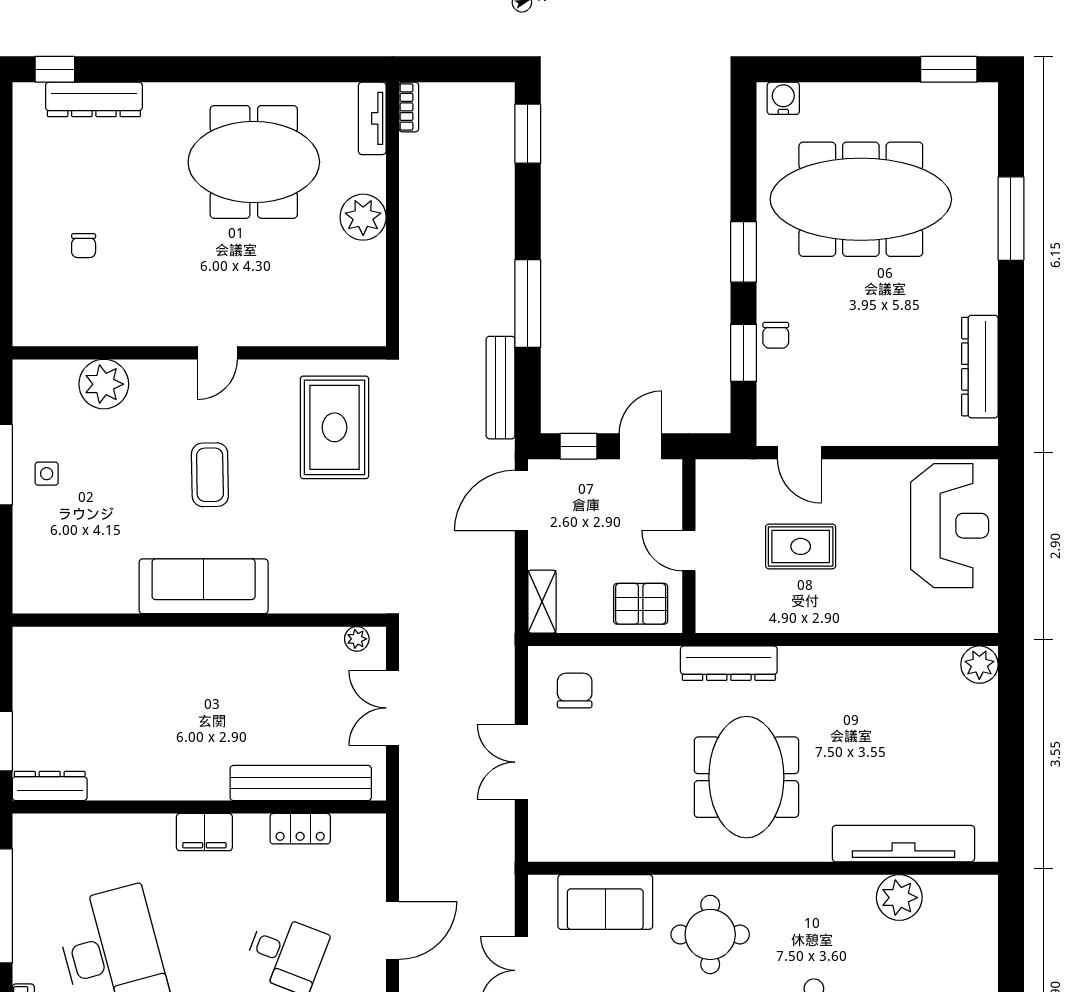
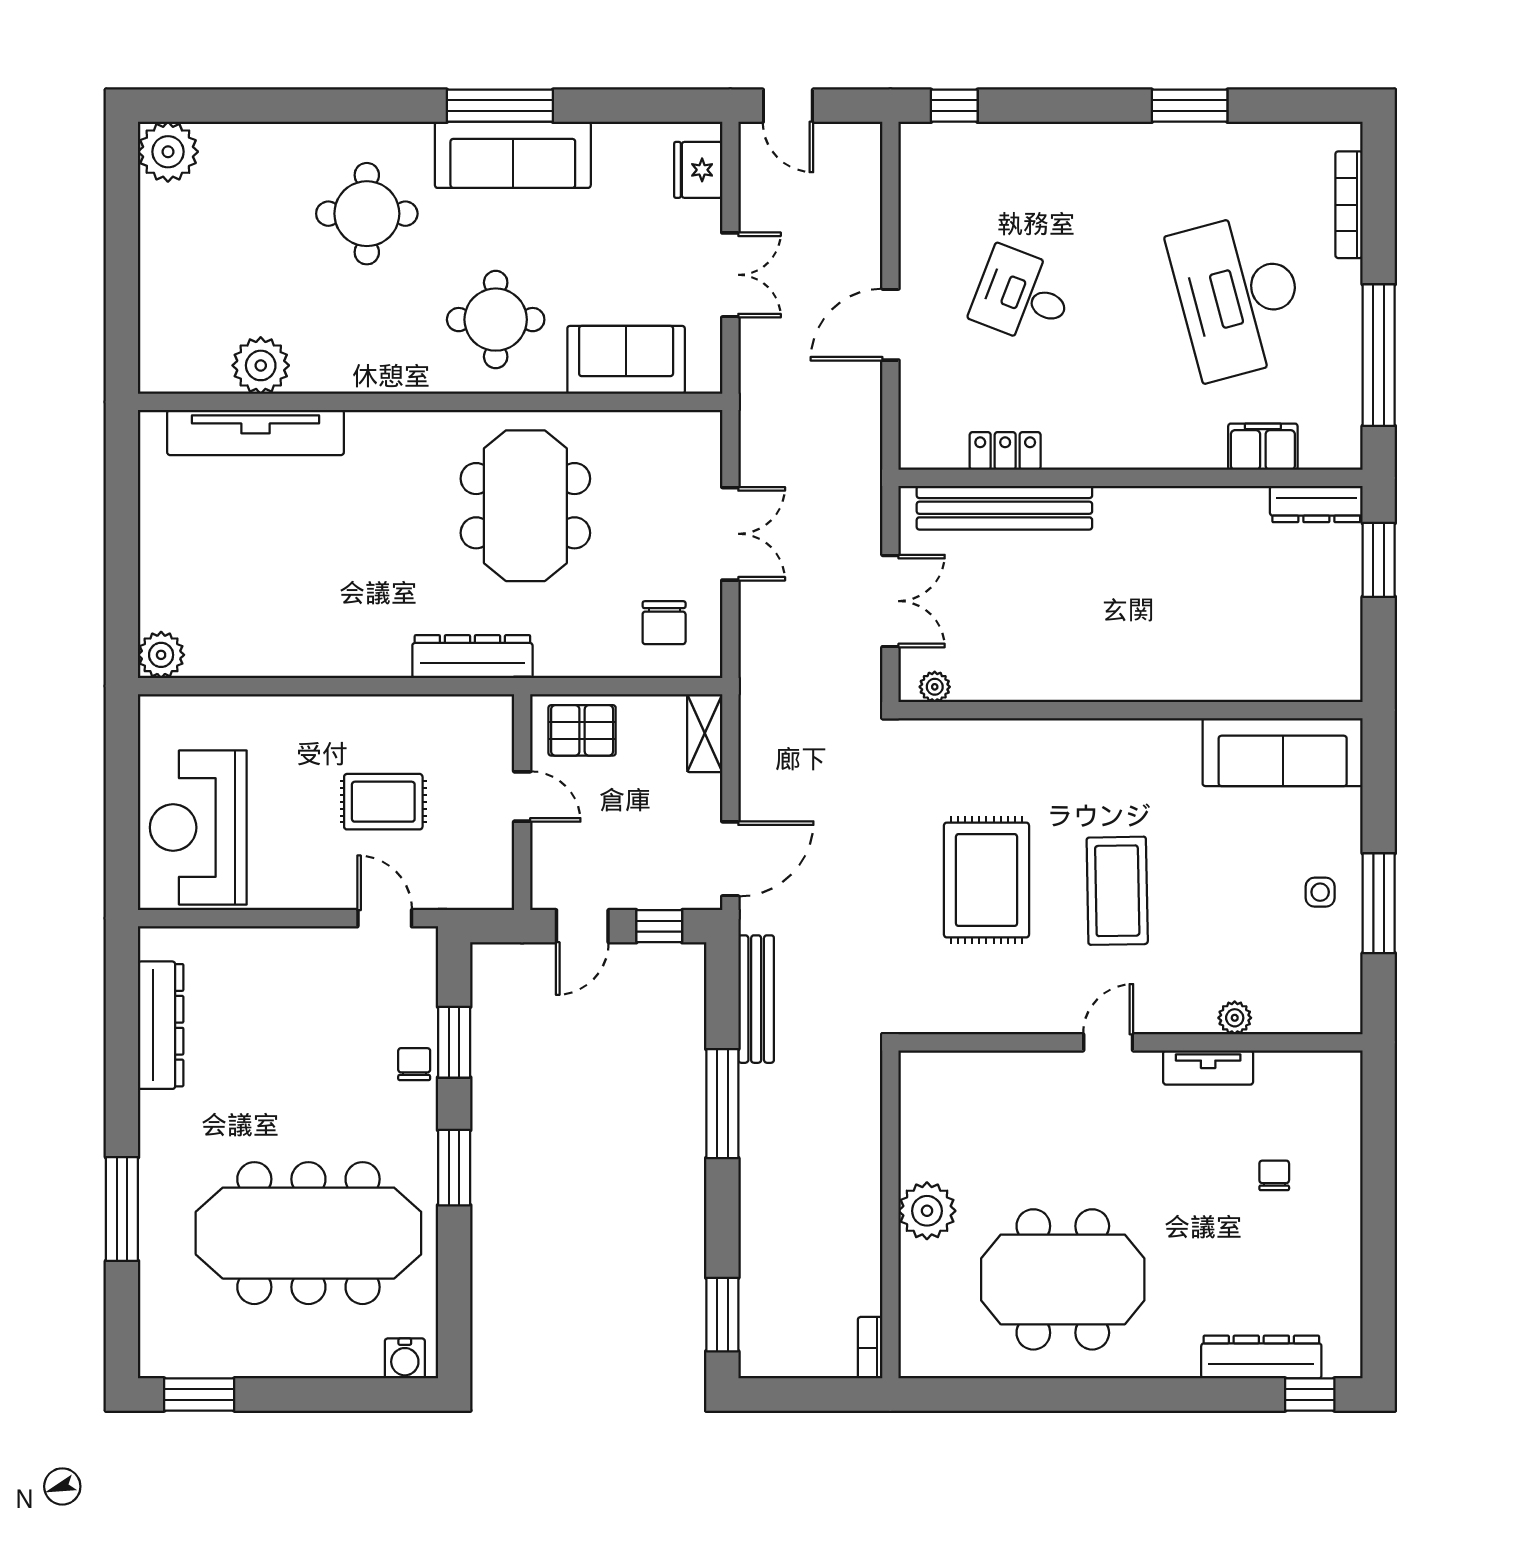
tv unit: (372, 118) -> (1208, 1067), moved, turned 90
plant: (104, 384) -> (1235, 1018), width x0.53, depth x0.53
rug: (334, 427) -> (986, 880), moved
coffee table: (210, 475) -> (1117, 891), width x1.36, depth x1.32
sofa: (204, 586) -> (1283, 752), moved
meeting table: (746, 777) -> (525, 506), moved
filing cabinet: (204, 832) -> (1263, 447), moved

